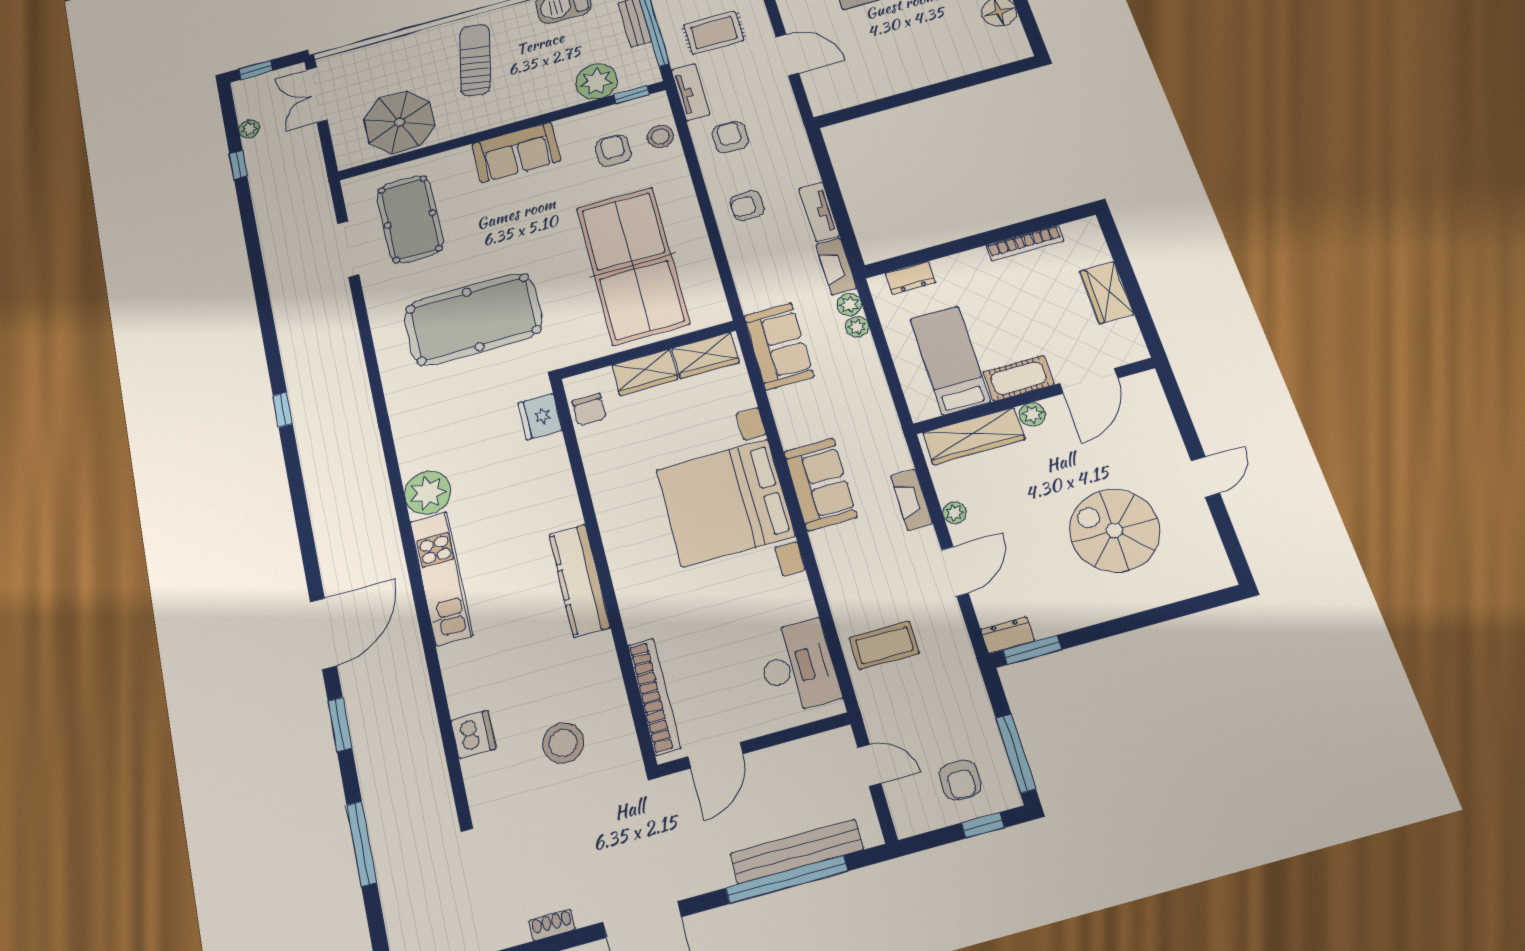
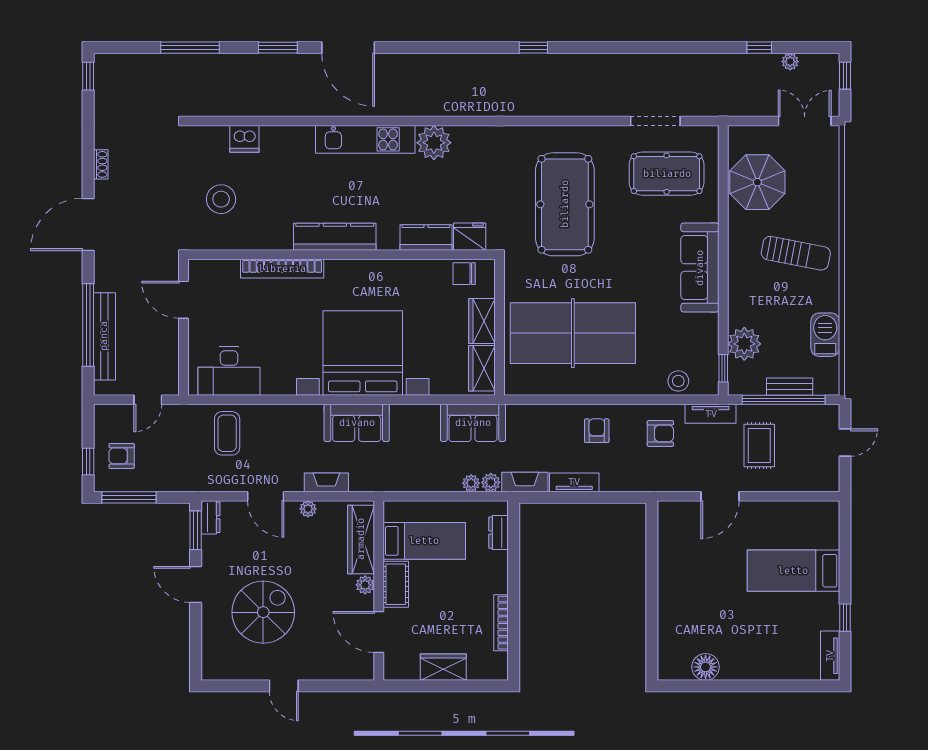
armchair: (613, 151) -> (677, 342), removed
sofa: (516, 152) -> (700, 268), width x1.36
kitchen counter: (554, 468) -> (426, 238), added
door: (1108, 629) -> (196, 585), added
bookcase: (654, 696) -> (282, 269), moved

